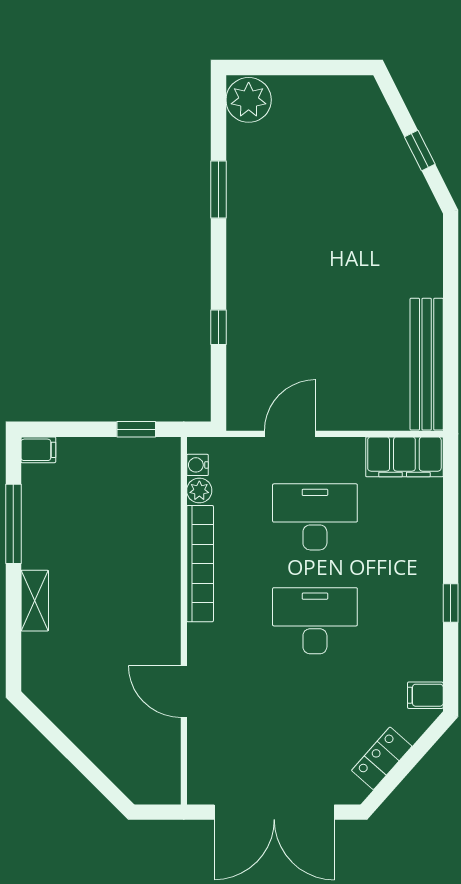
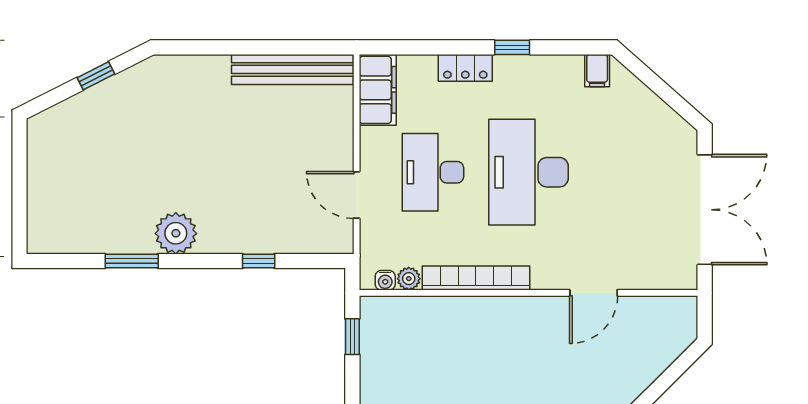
plant: (249, 100) -> (176, 233), moved
desk: (315, 621) -> (529, 172), width x1.36, depth x1.30
locker: (382, 758) -> (465, 68), moved, turned -41

